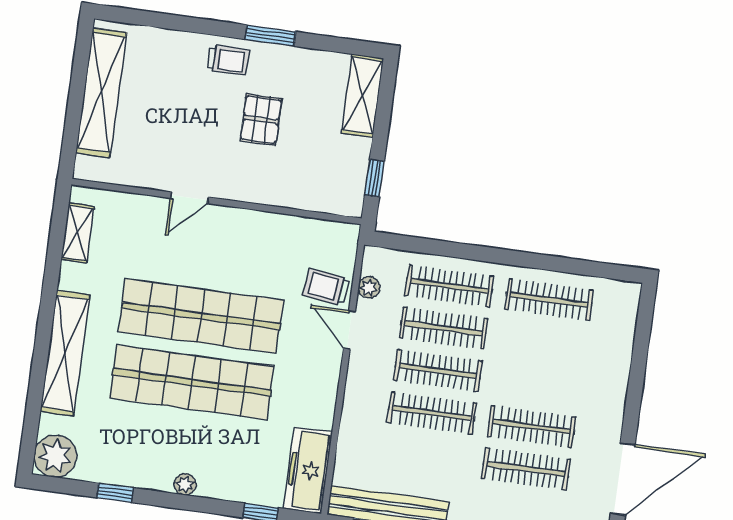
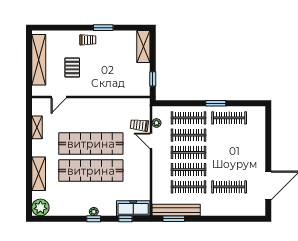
pallet: (261, 120) -> (72, 68), moved
door: (189, 198) -> (59, 97), moved
shelving: (78, 233) -> (37, 127), moved
window: (521, 259) -> (216, 103), added
shelving: (65, 353) -> (39, 174), width x0.68
clothes rail: (532, 427) -> (188, 187), moved
freezer: (308, 470) -> (133, 208), moved, turned 90
window: (115, 493) -> (94, 219), moved

